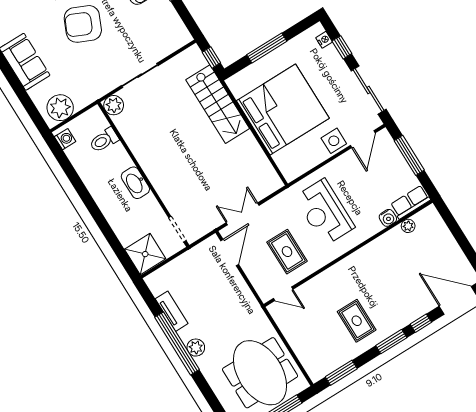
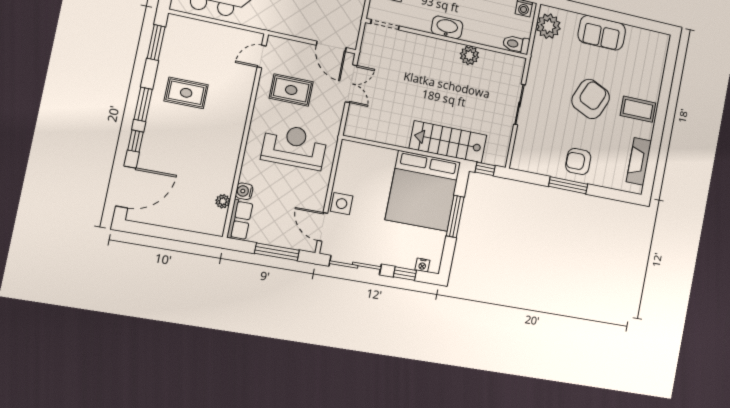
plant: (114, 105) -> (469, 55), moved
bed: (283, 110) -> (423, 191), moved
toilet: (104, 140) -> (516, 44), moved, turned -90

